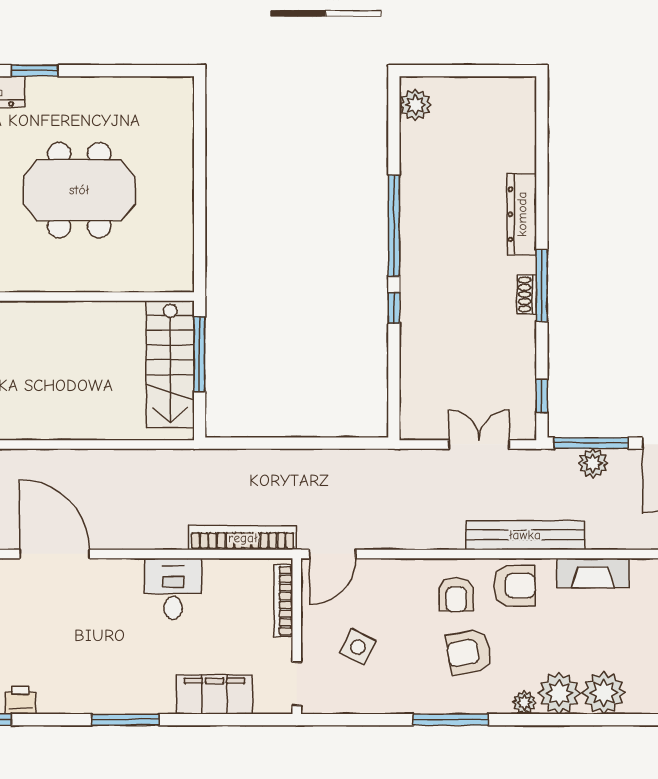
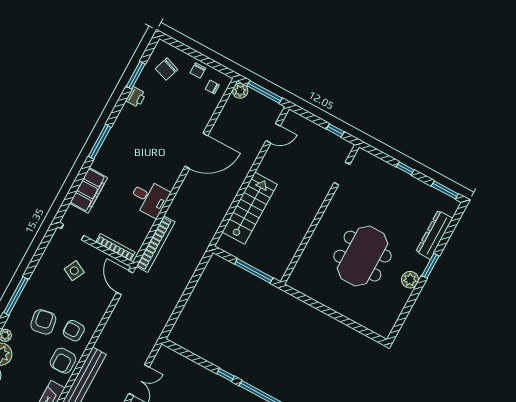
plant: (76, 92) -> (410, 280), added
stairs: (170, 364) -> (250, 208), moved, turned 90

